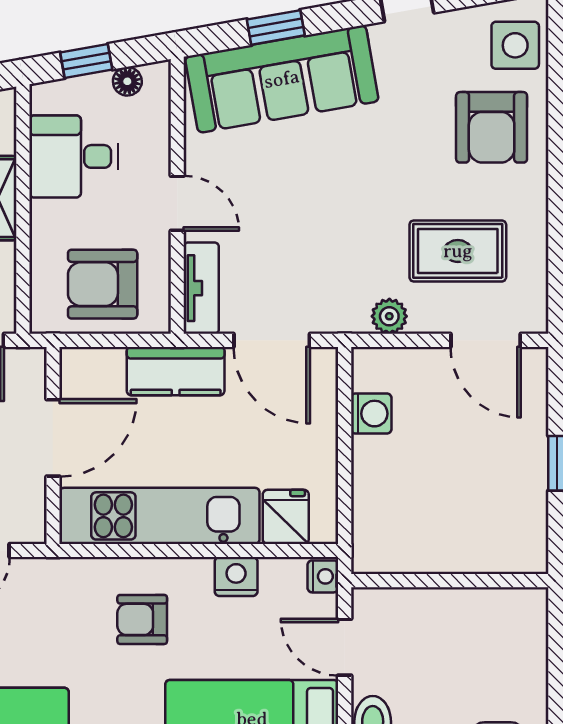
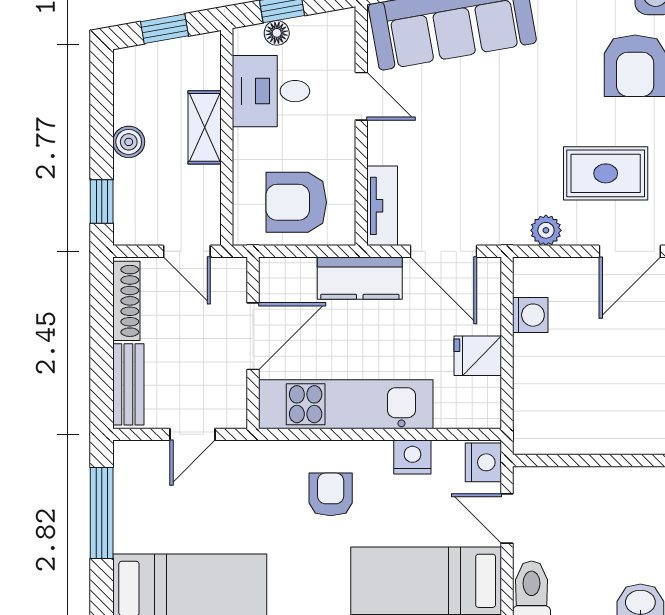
floor lamp: (127, 81) -> (277, 33), moved
door: (177, 203) -> (361, 96), moved
door: (486, 340) -> (630, 251), hinge flipped
fridge: (286, 517) -> (478, 356), moved, turned -90
nightstand: (323, 576) -> (483, 462), width x1.39, depth x1.35
armchair: (142, 619) -> (331, 494), turned 90

